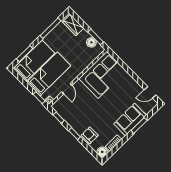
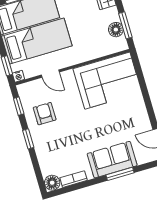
door: (67, 89) -> (50, 74), hinge flipped
armchair: (90, 135) -> (45, 114), moved

